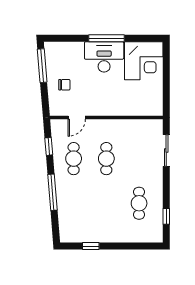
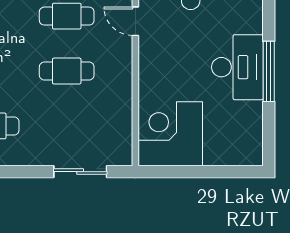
corner desk: (144, 61) -> (170, 134), moved, turned 90

